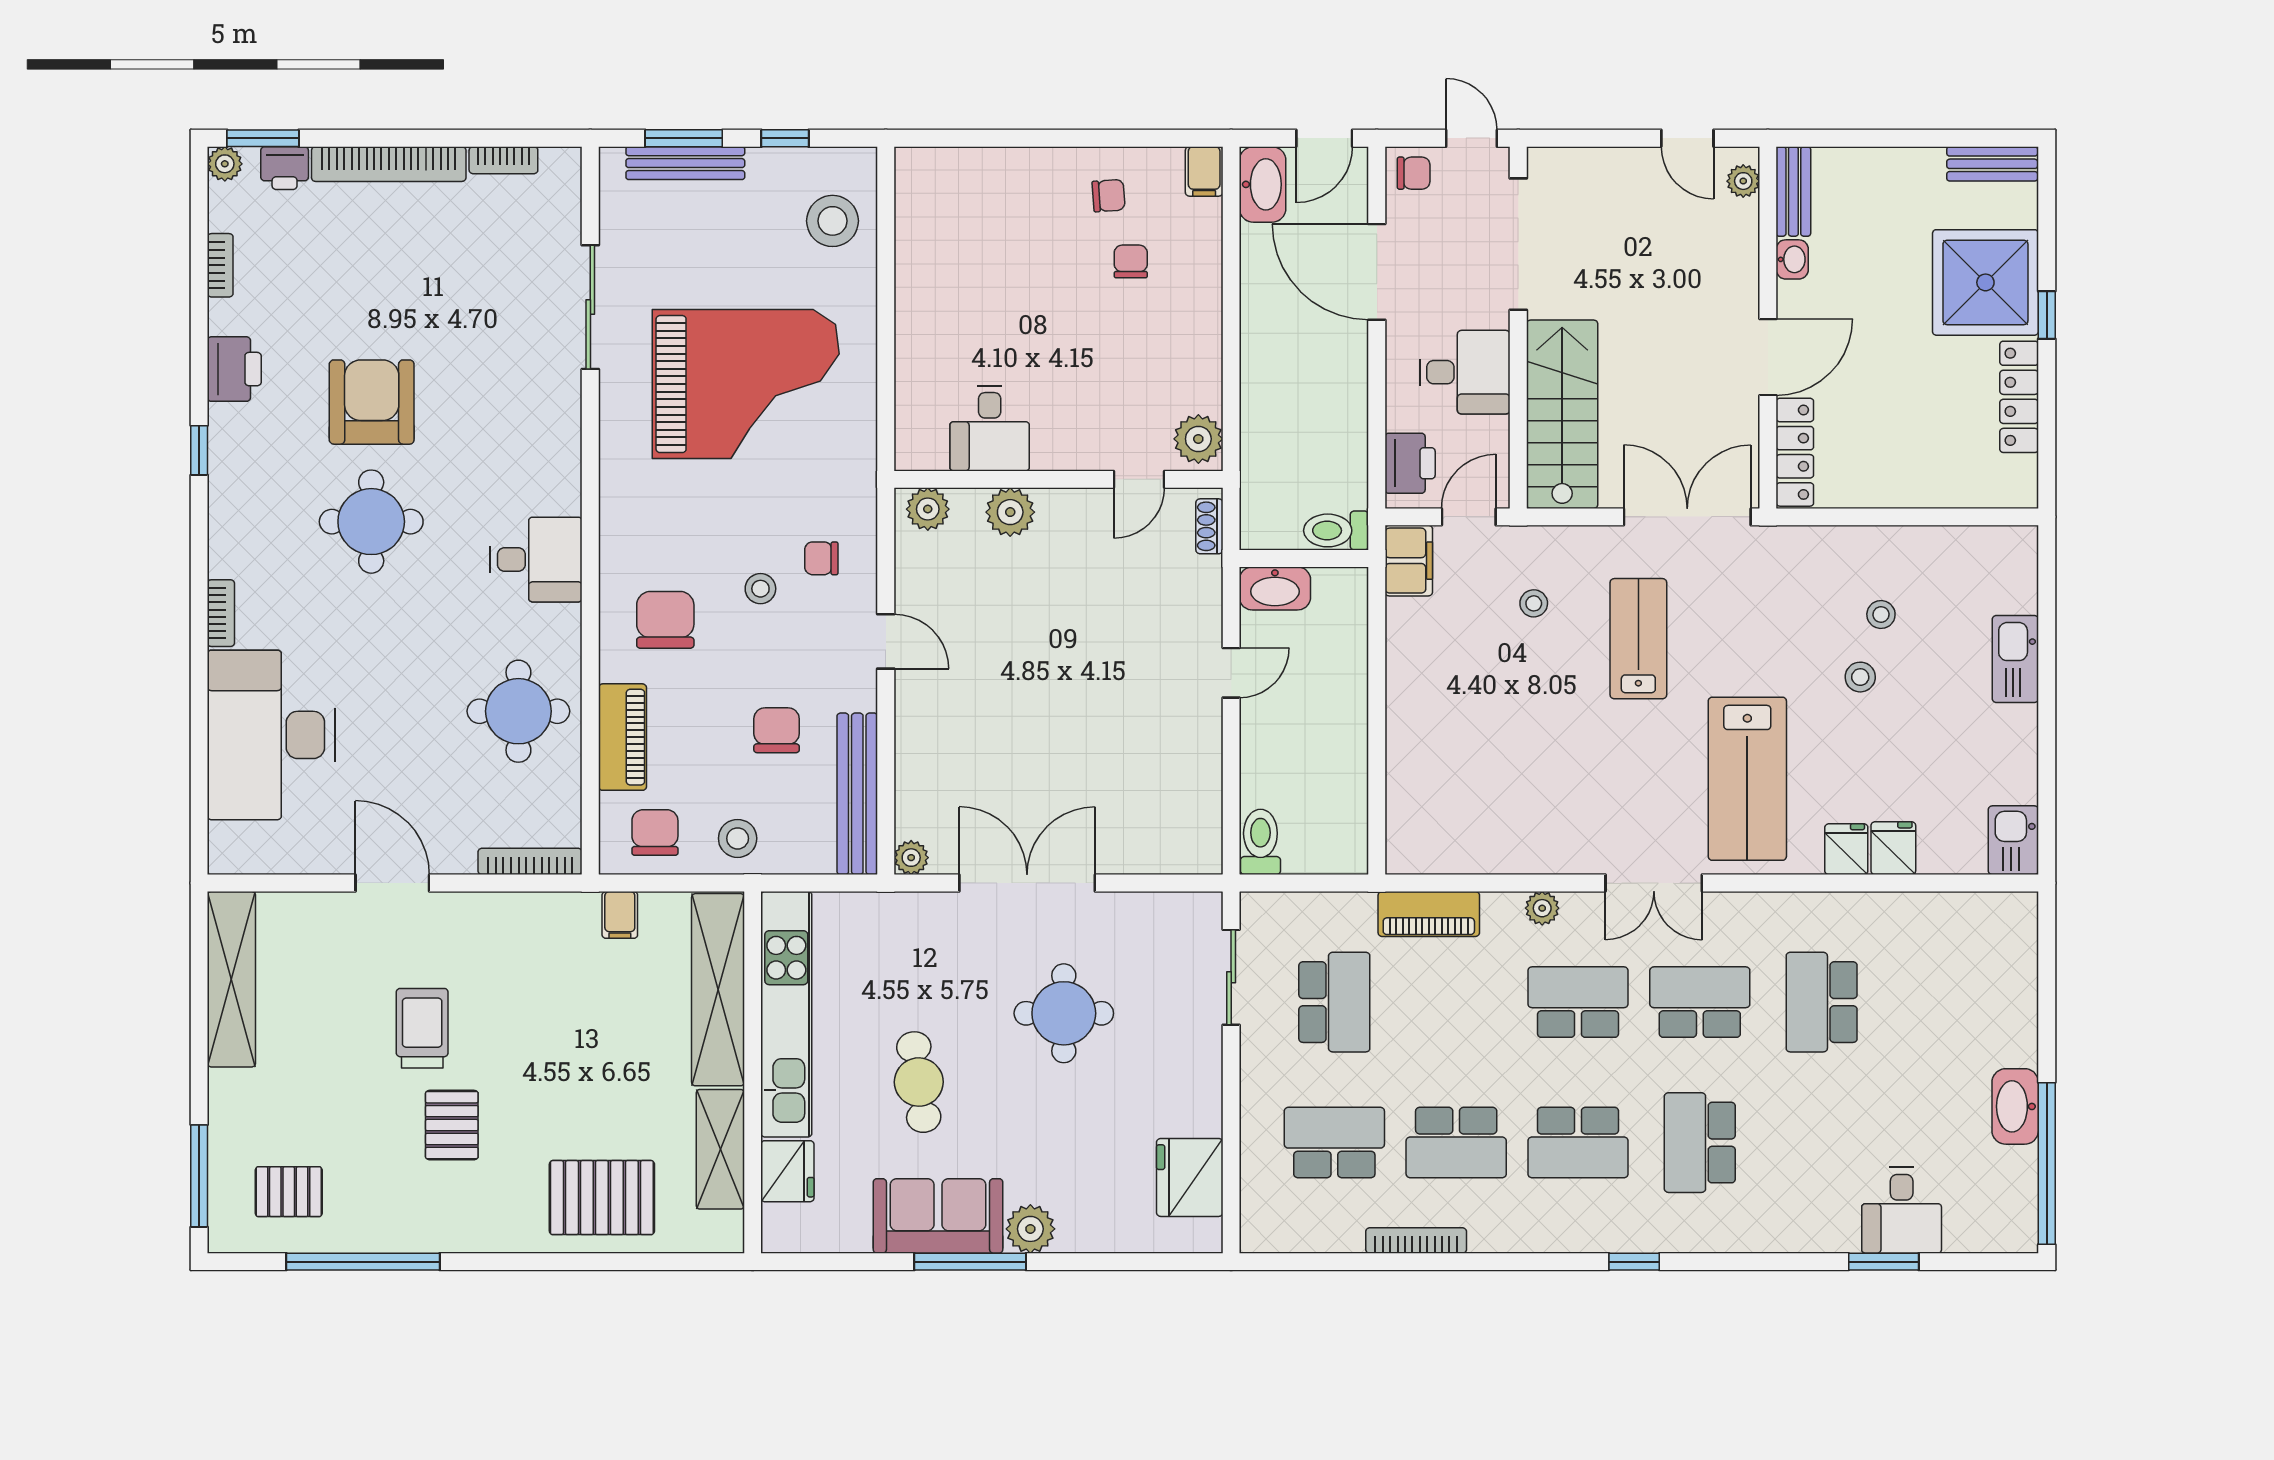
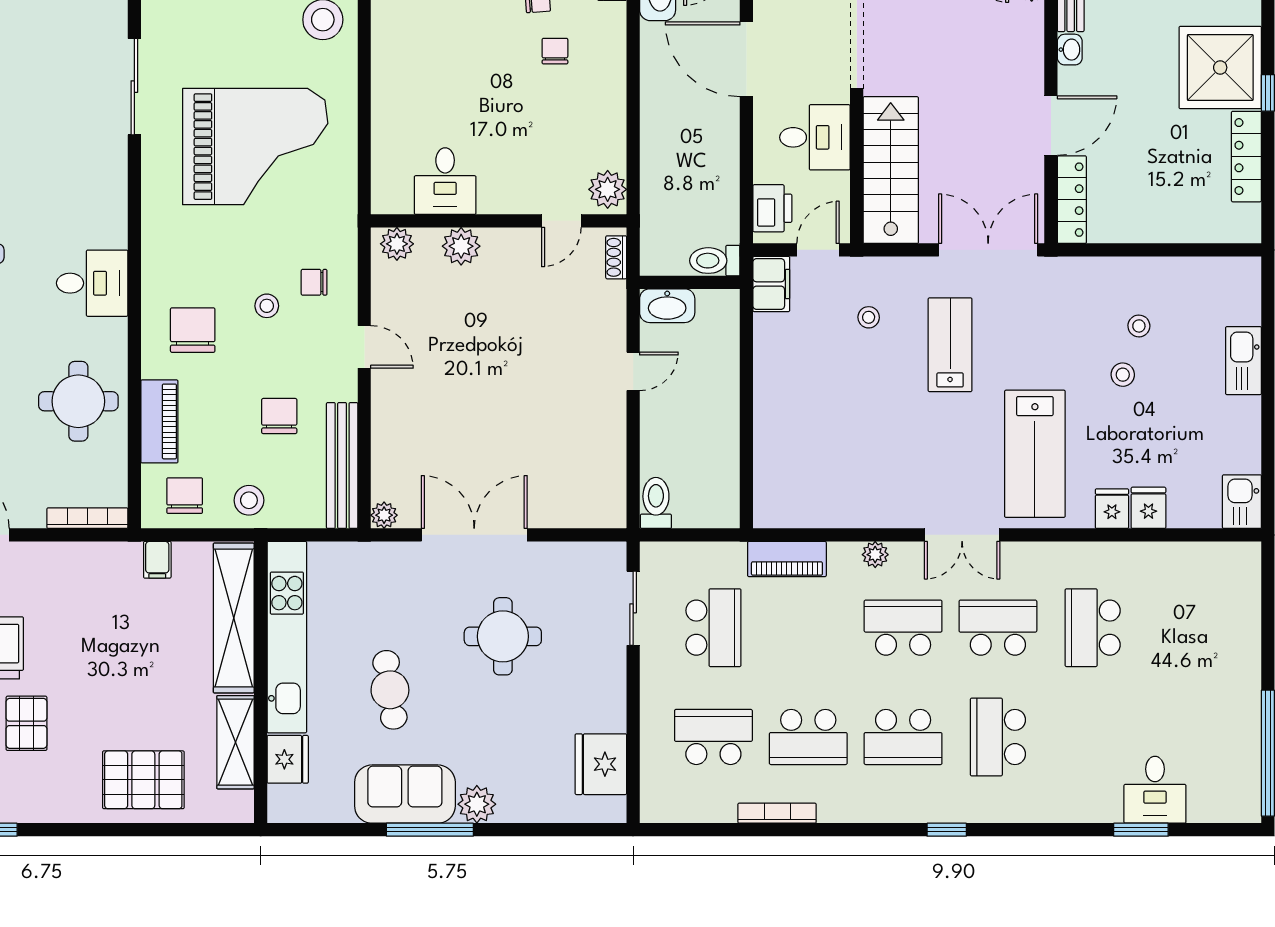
washbasin: (2015, 1106) -> (1243, 709), removed

